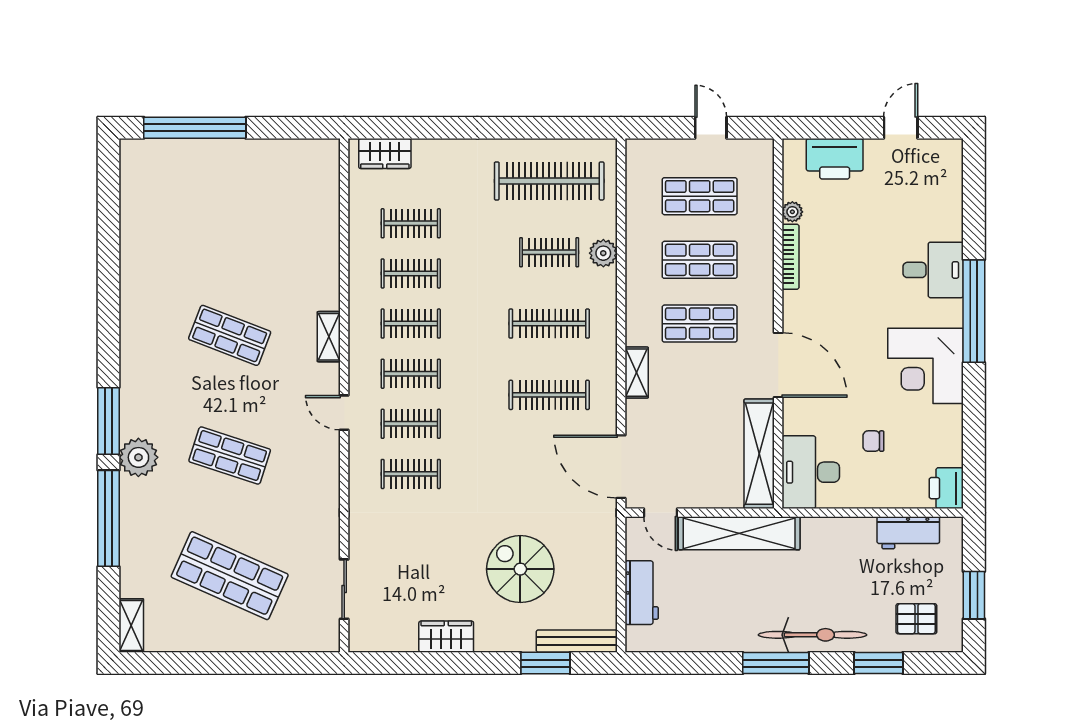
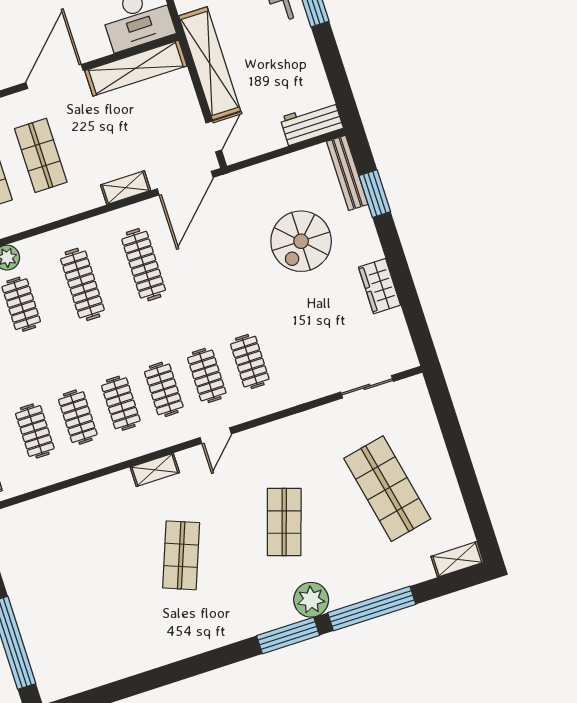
shelving: (637, 373) -> (126, 188), moved
shop shelf: (230, 576) -> (387, 489), turned -36
workbench: (642, 593) -> (312, 123), moved

